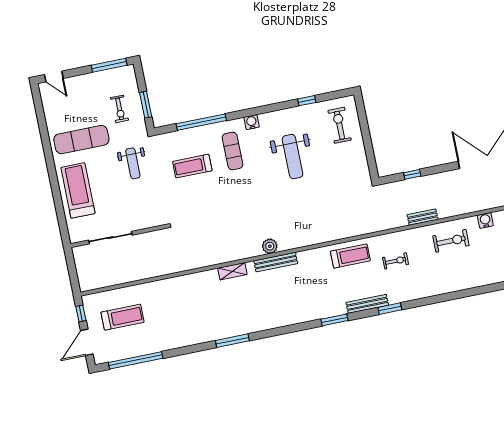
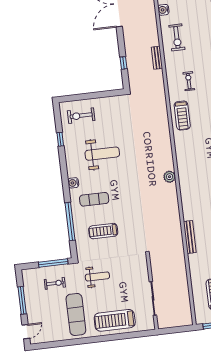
window: (109, 65) -> (22, 300), moved
window: (146, 105) -> (53, 263), width x1.44
treadmill: (192, 166) -> (103, 231), turned 90
exercise bike: (451, 241) -> (177, 37), turned 180
treadmill: (350, 256) -> (182, 116), turned 180
bench: (276, 262) -> (190, 237), moved
shelving: (232, 271) -> (186, 207), removed

